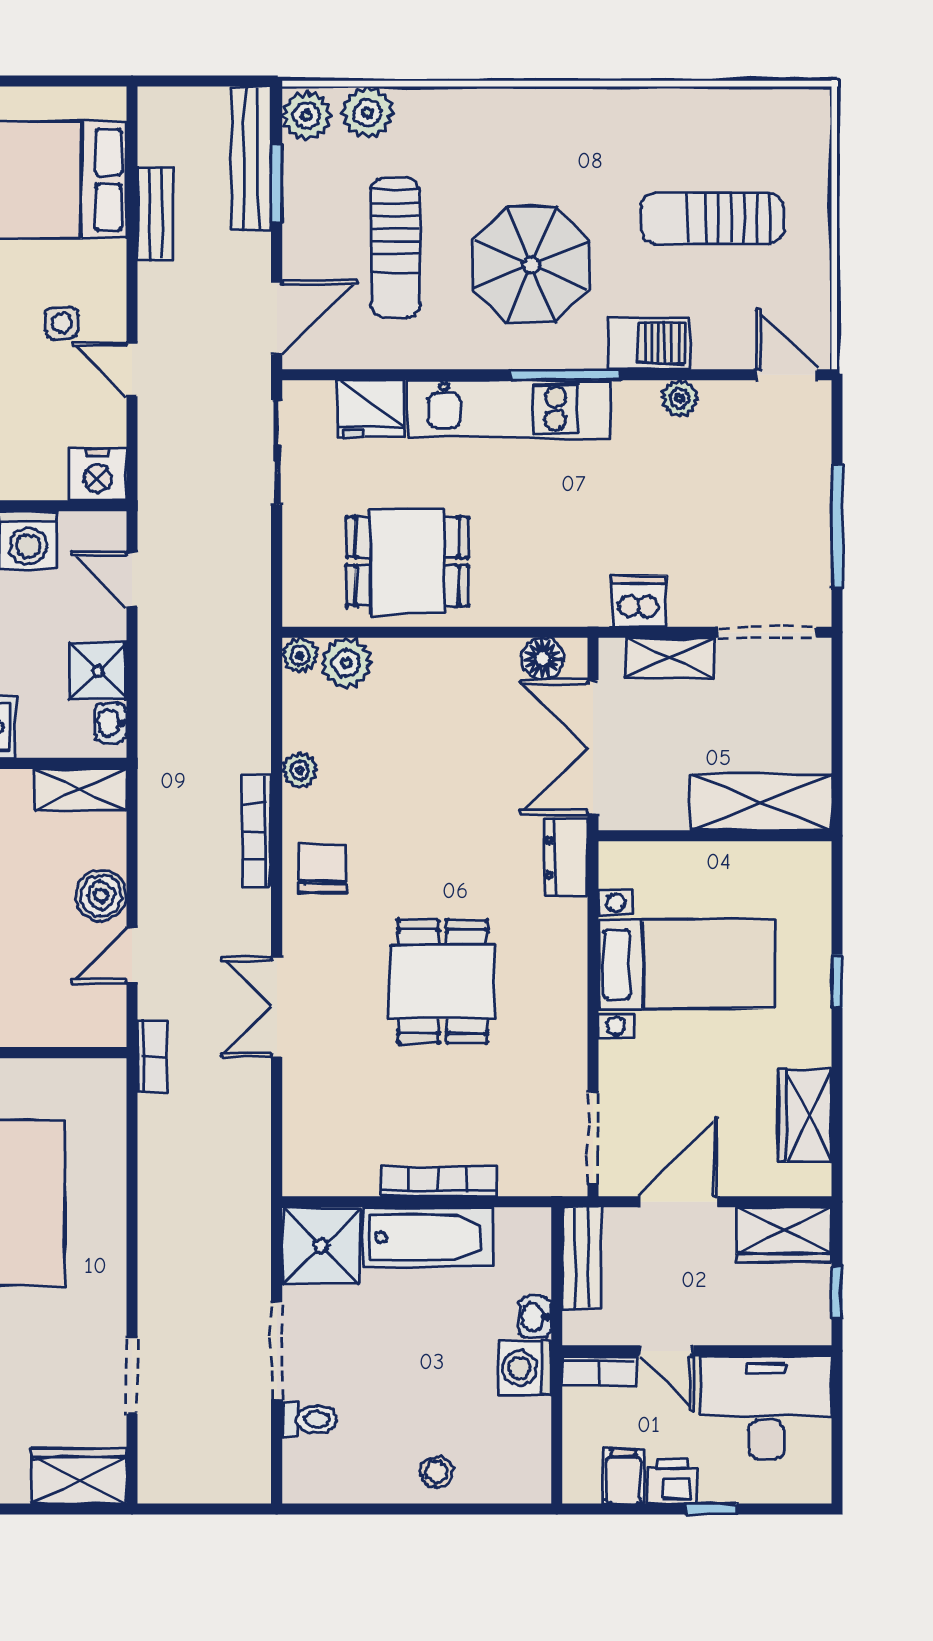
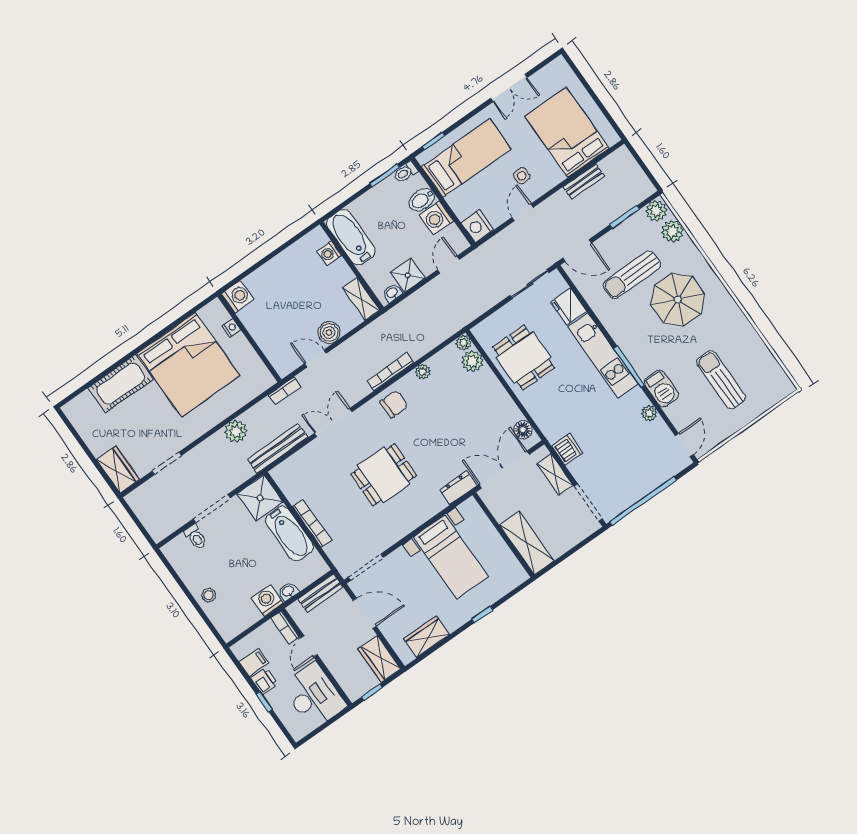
bench: (251, 159) -> (278, 448), moved
parasol: (531, 265) -> (678, 299), moved
window: (837, 527) -> (643, 501), width x1.46
plant: (164, 1202) -> (236, 431), added

